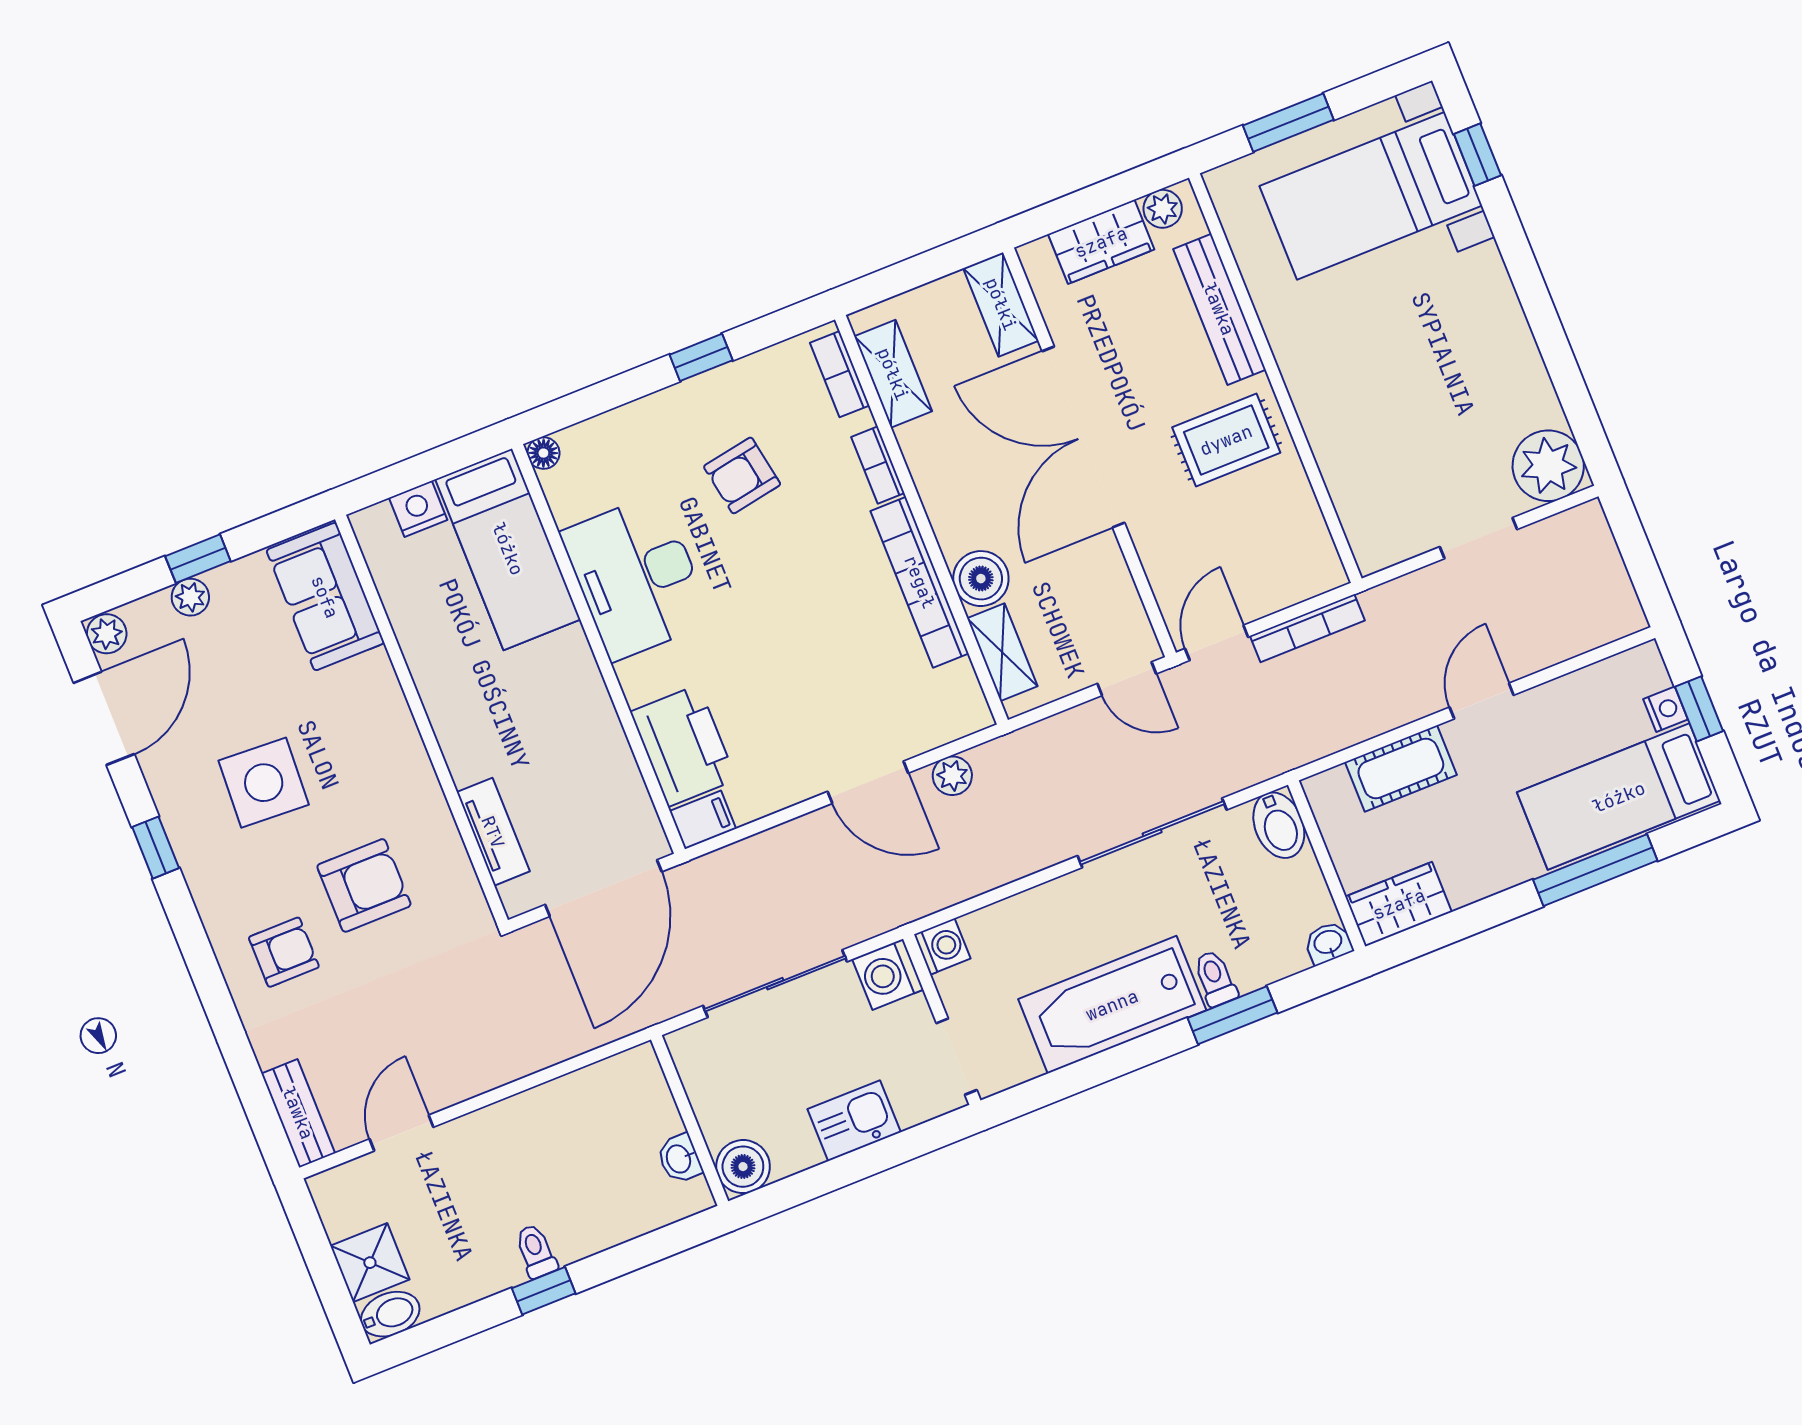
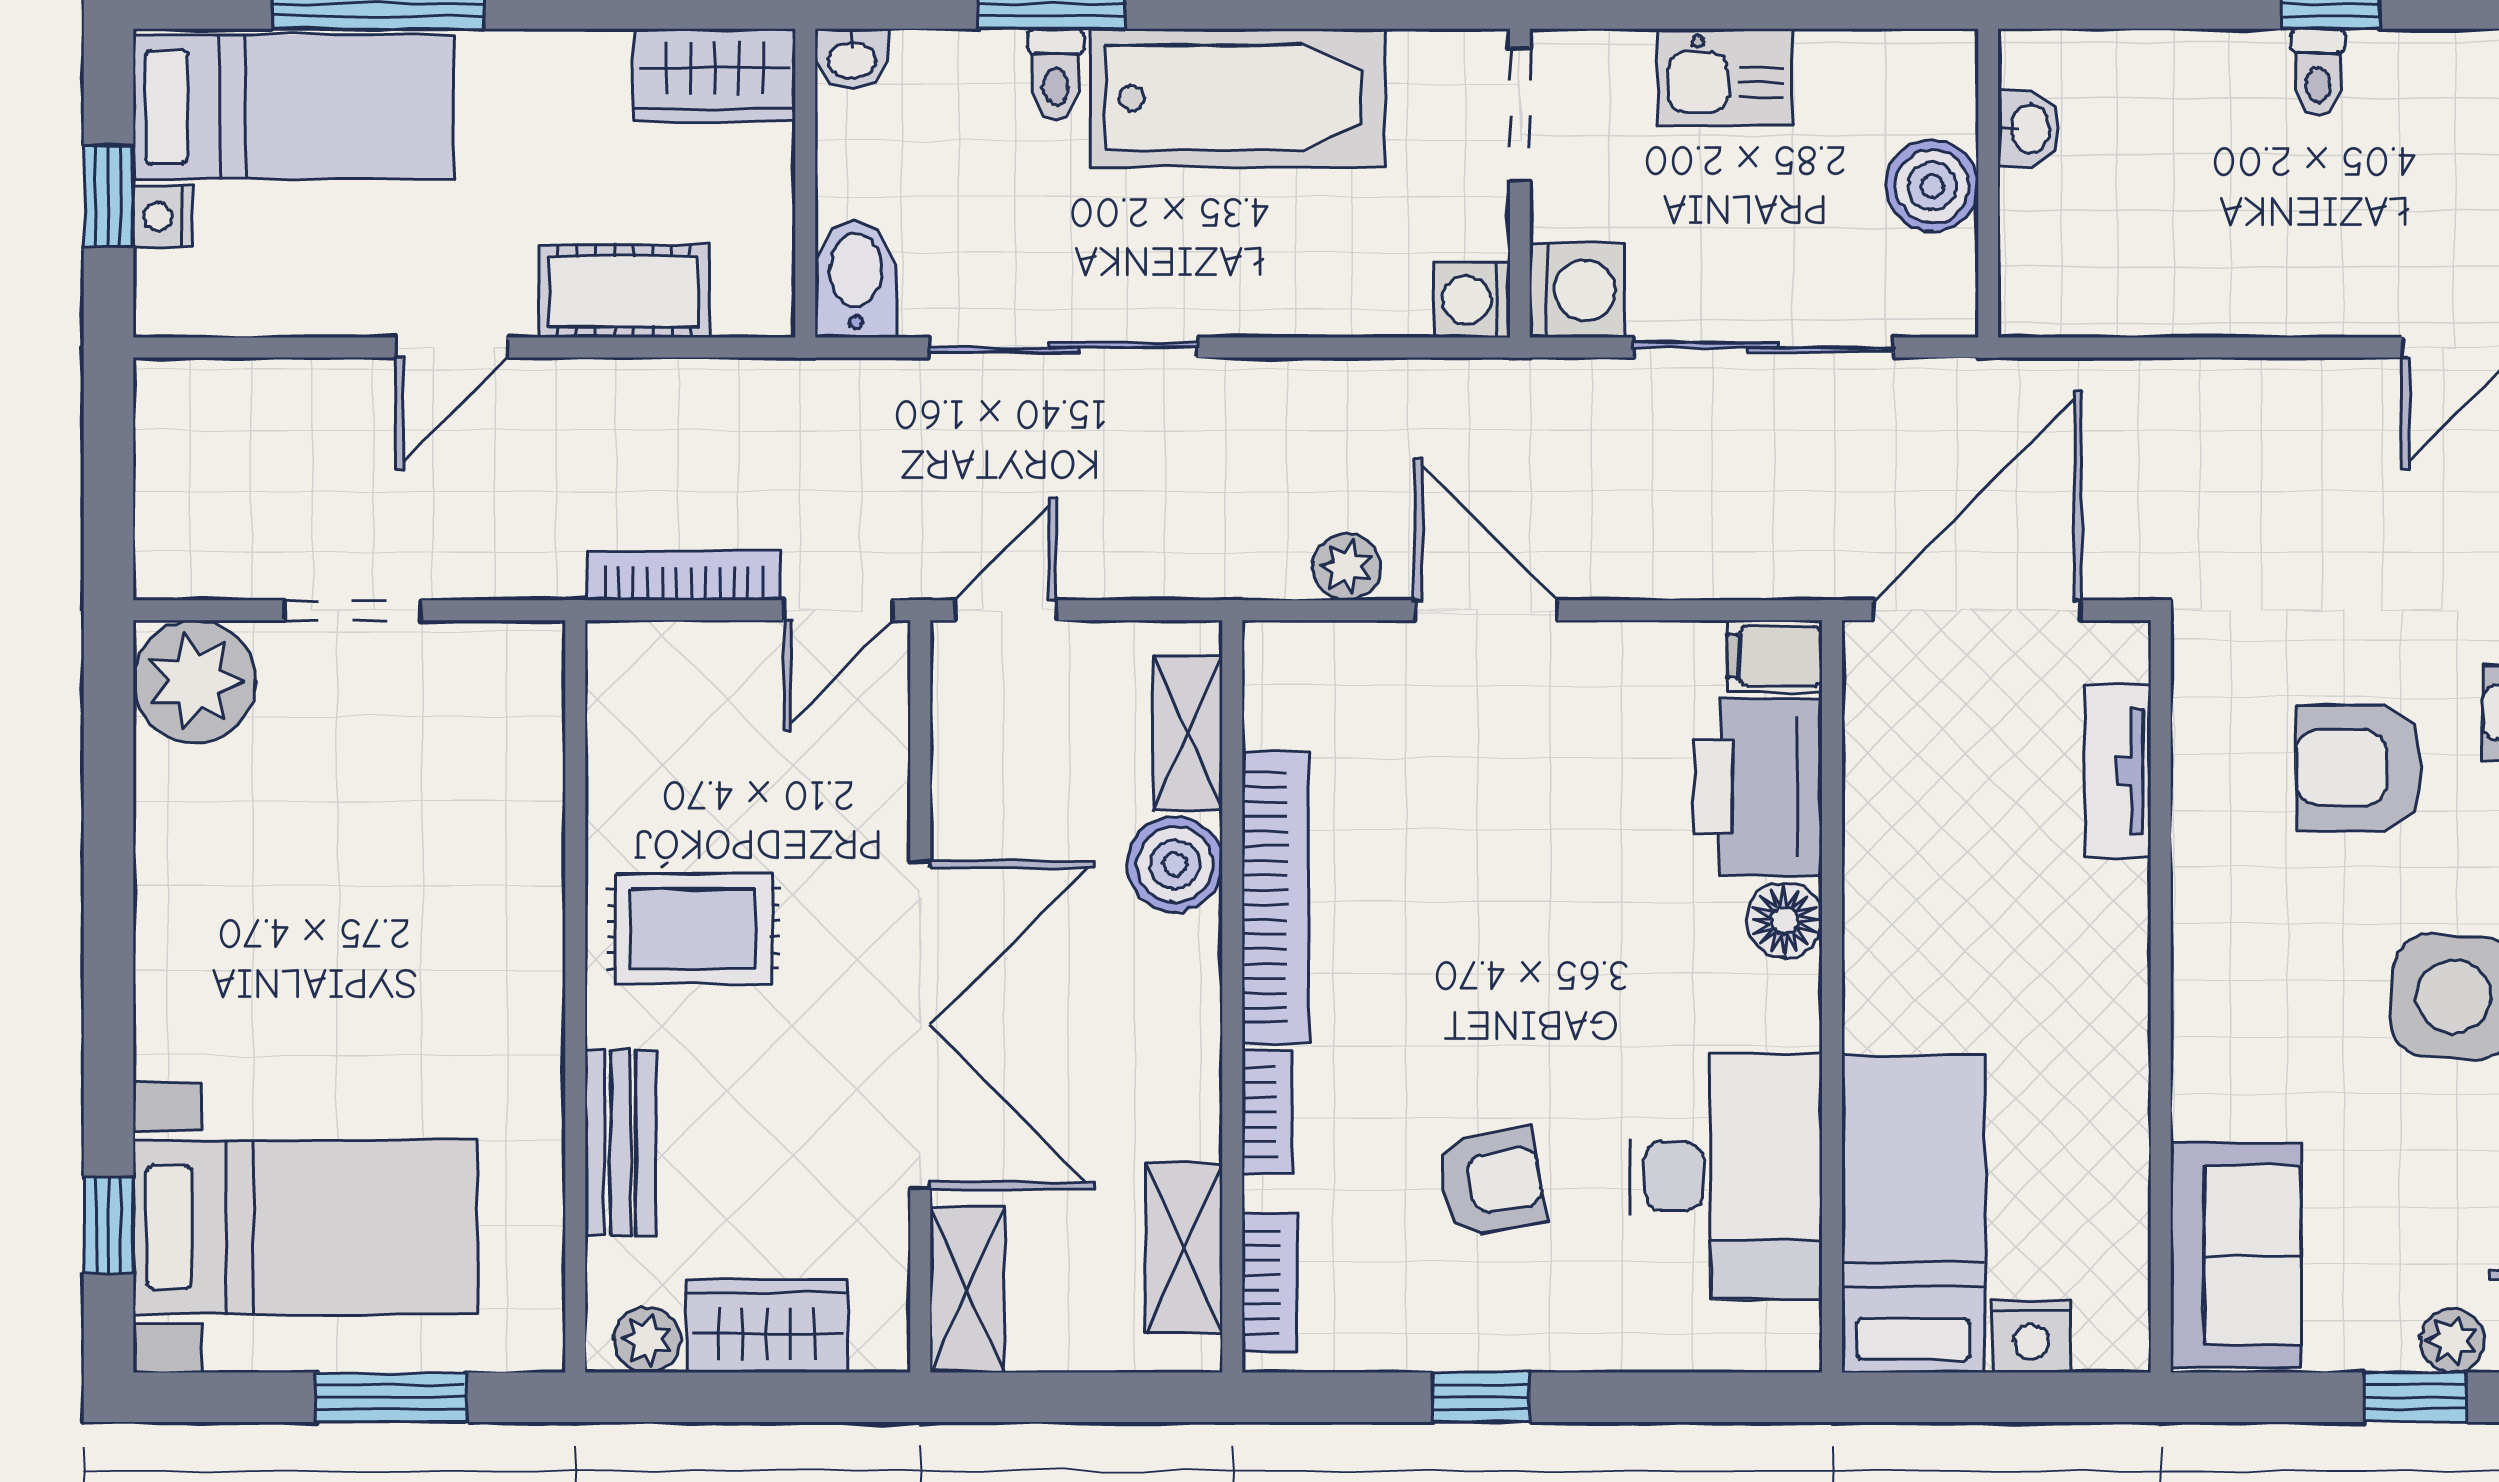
bench: (1219, 309) -> (620, 1142), width x0.73
floor lamp: (543, 453) -> (1785, 920), moved, width x1.37, depth x1.37
desk: (636, 577) -> (1726, 1176), moved
door: (1127, 679) -> (1005, 610), hinge flipped
boiler: (743, 1167) -> (1932, 186), moved

